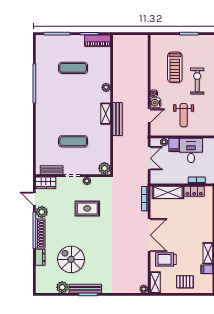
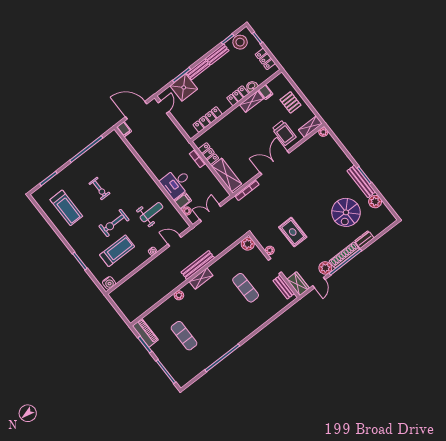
water cooler: (156, 103) -> (109, 283), moved

